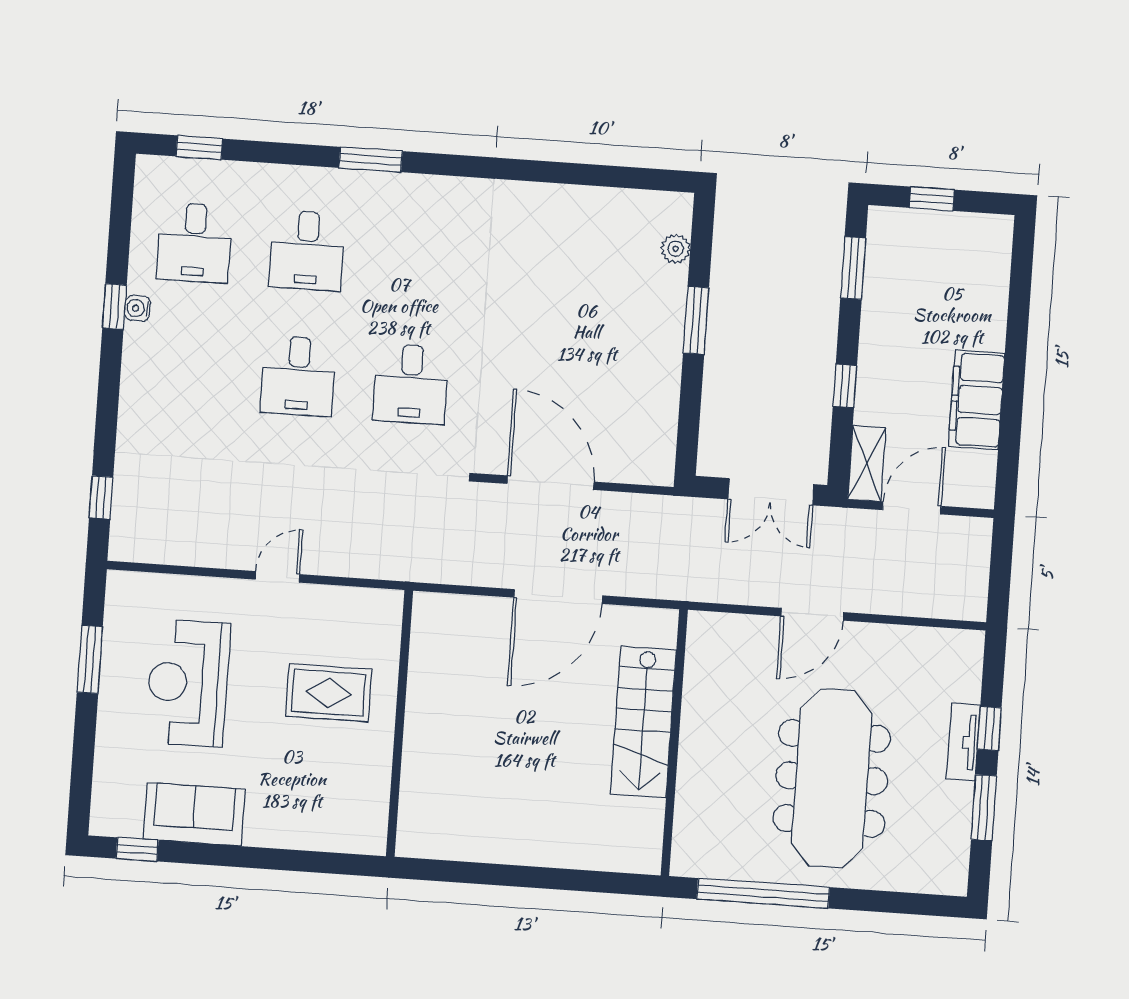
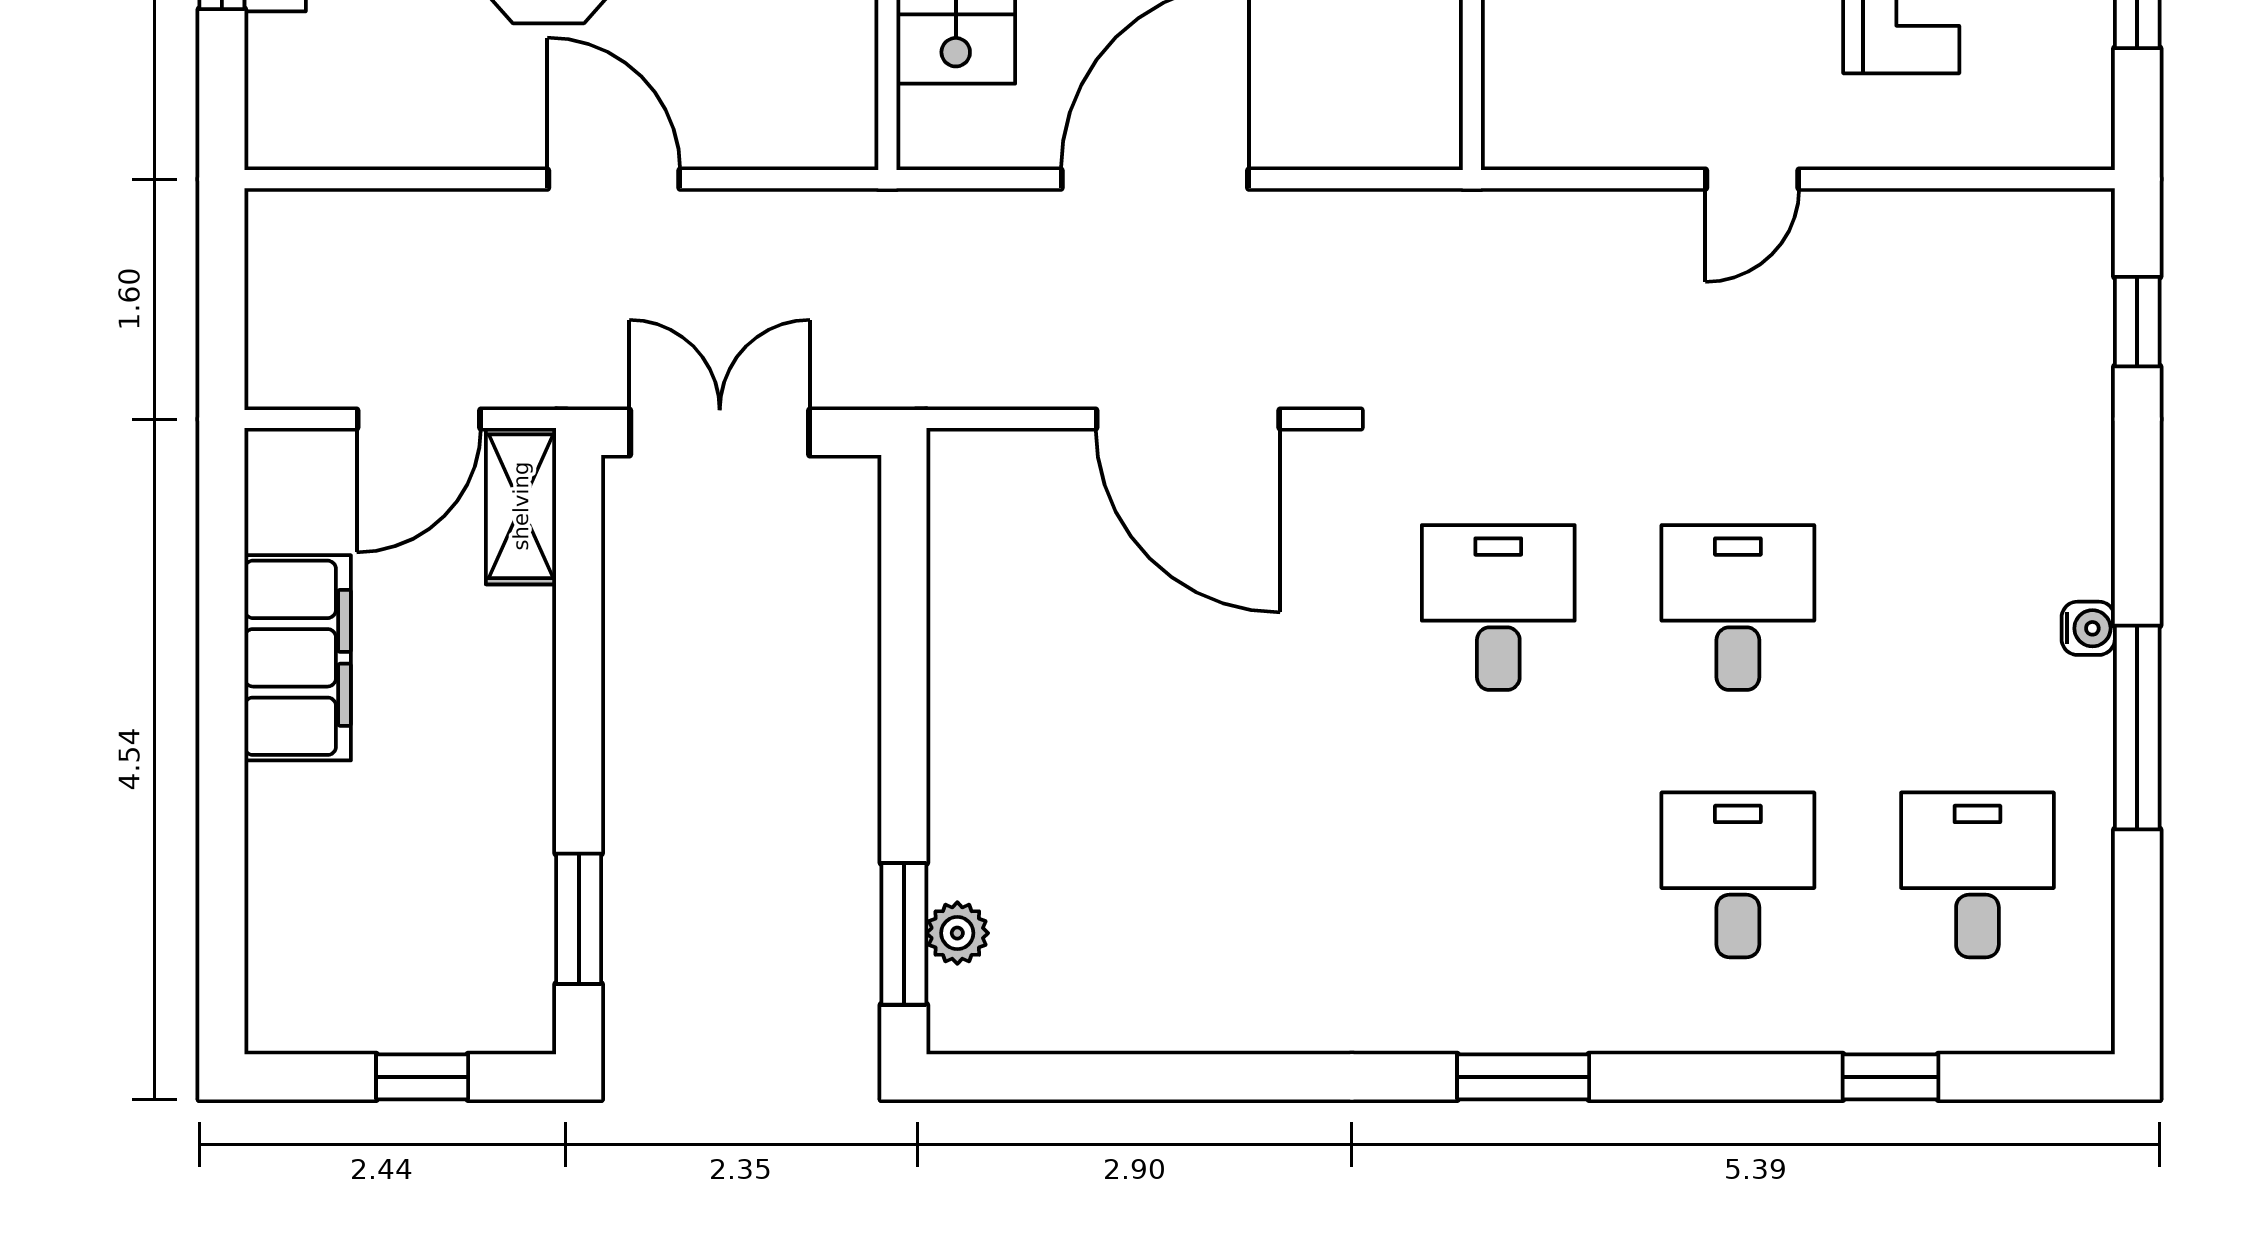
window: (199, 148) -> (1891, 1077), moved
window: (371, 159) -> (1523, 1077), moved
window: (114, 307) -> (2137, 728), width x2.17
water cooler: (138, 308) -> (2088, 628), moved
window: (696, 320) -> (904, 934), moved
window: (845, 386) -> (579, 668), removed
door: (812, 614) -> (614, 179), hinge flipped

